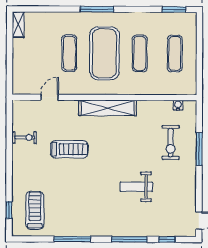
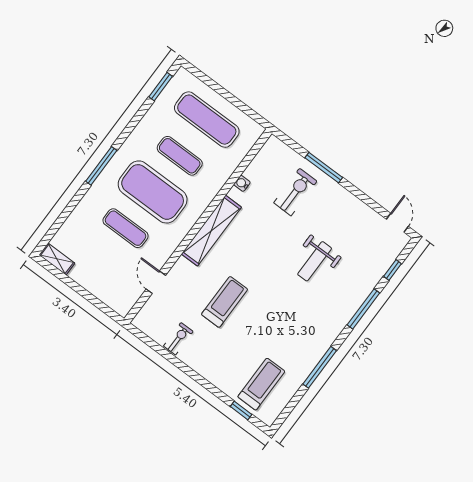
exercise mat: (175, 54) -> (207, 120), width x1.36, depth x1.45
water cooler: (178, 105) -> (242, 183), moved
exercise bike: (171, 143) -> (295, 192), turned -90
treadmill: (35, 210) -> (261, 384), turned 90

